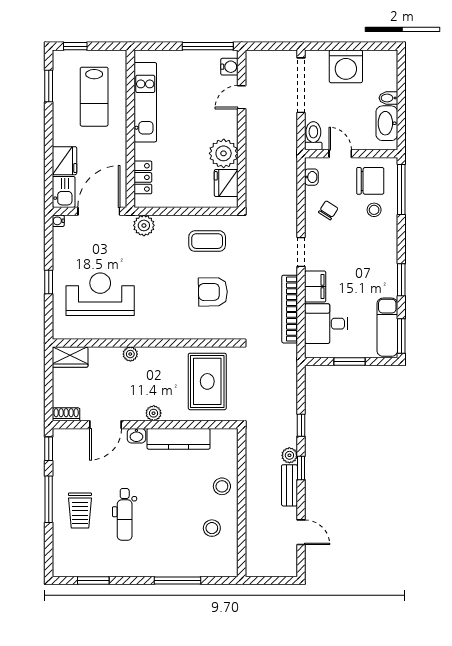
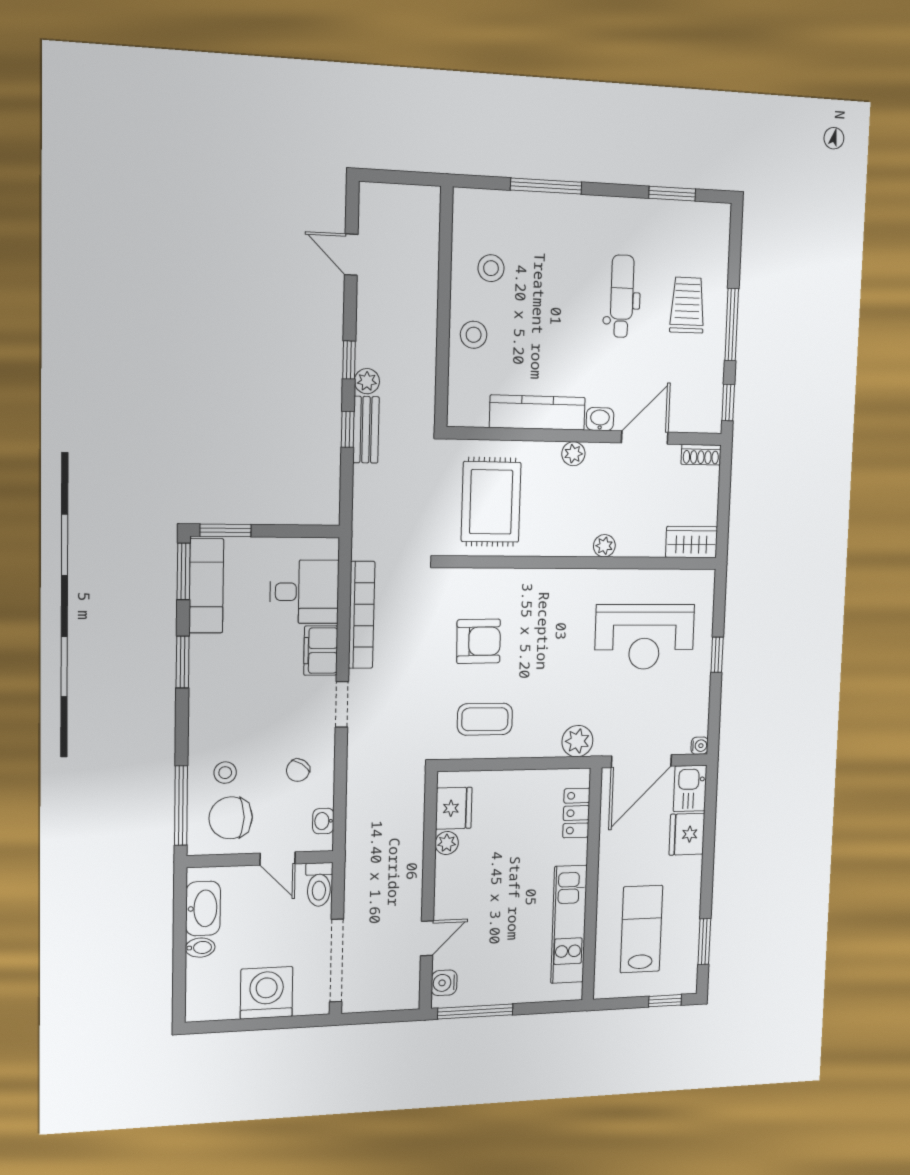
plant: (224, 153) -> (447, 843), width x0.53, depth x0.53
window: (350, 362) -> (225, 530), moved
bench: (289, 485) -> (366, 430), moved

